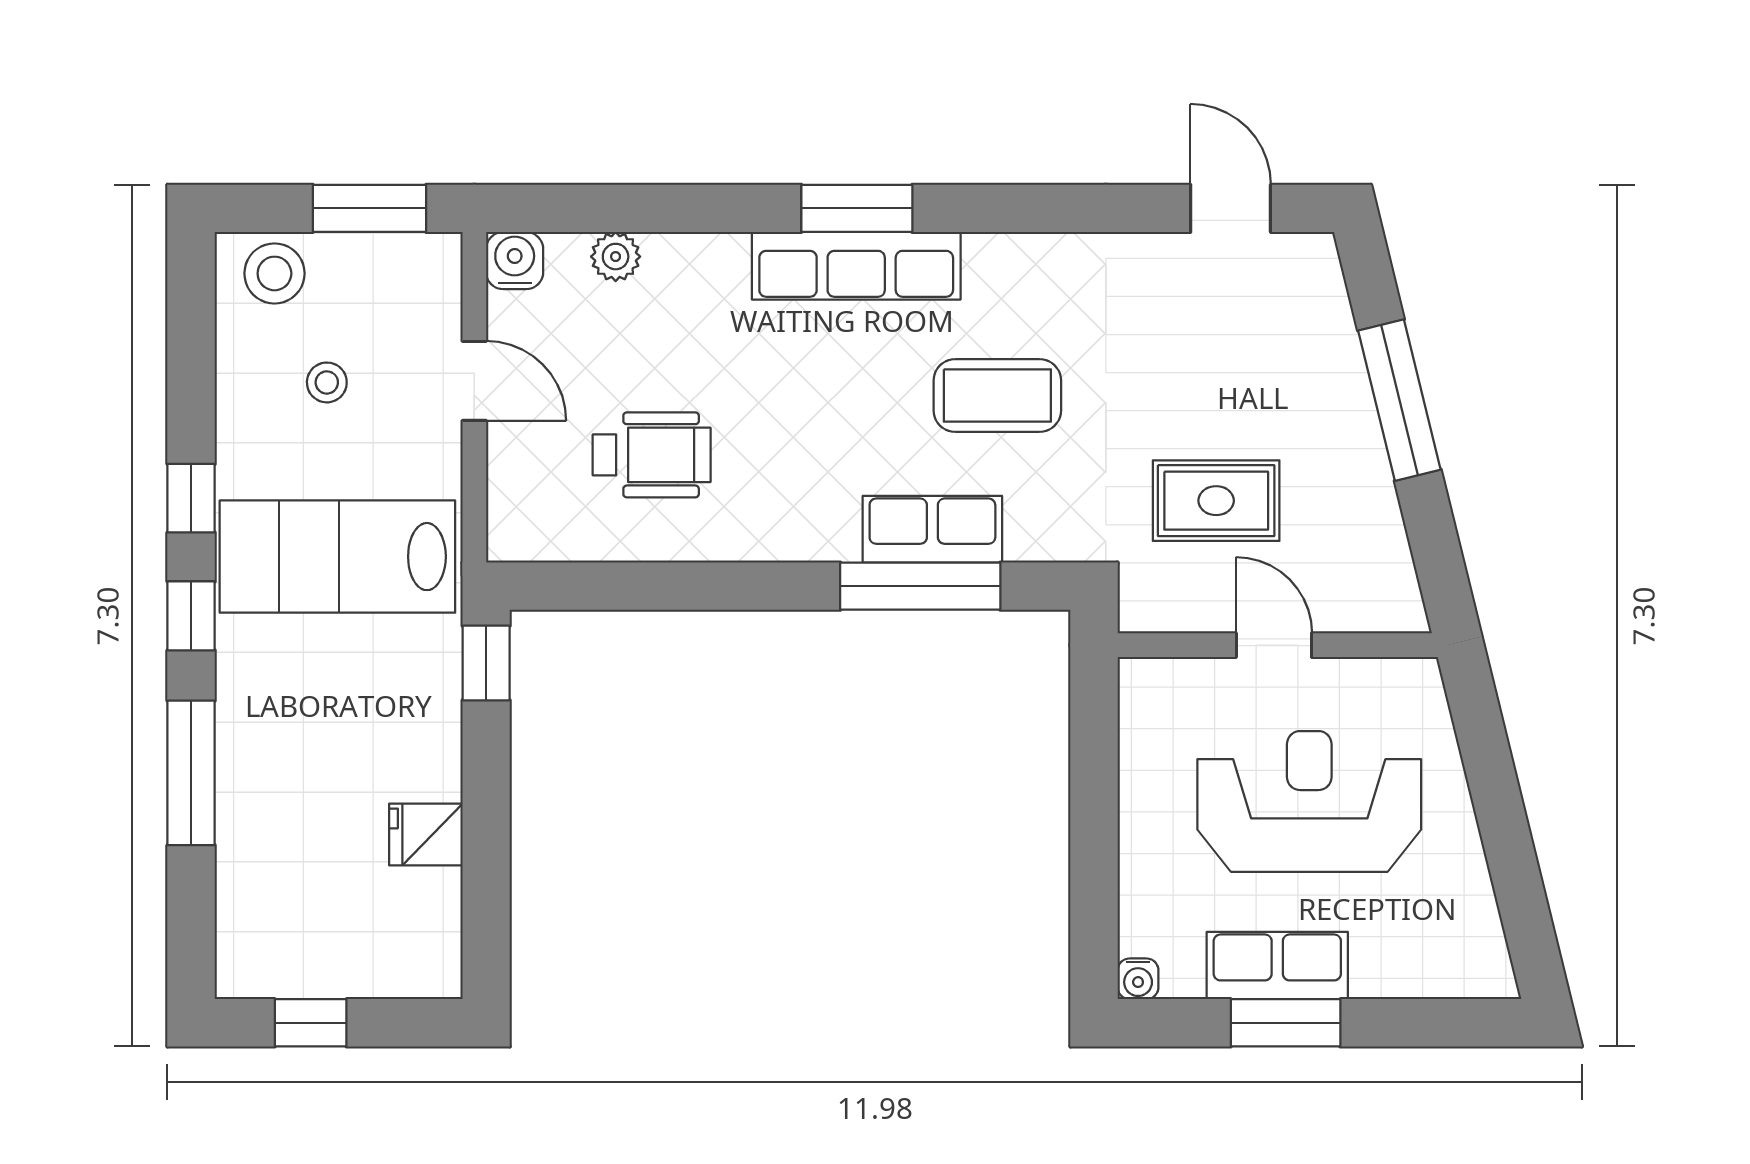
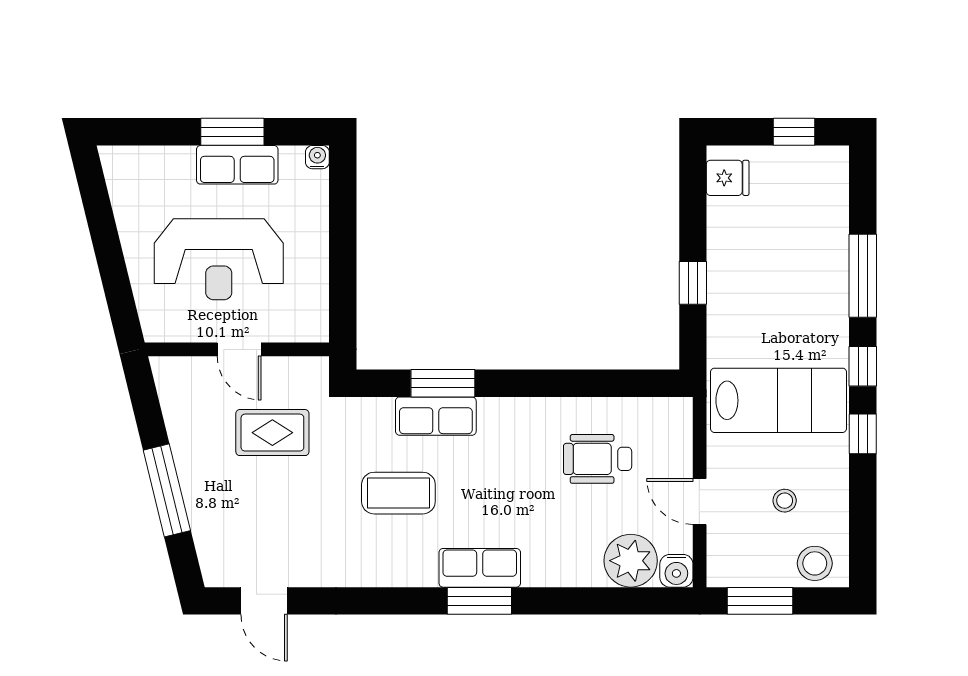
plant: (616, 257) -> (631, 561), width x1.88, depth x1.88
row of seats: (856, 266) -> (480, 568), width x0.68
window: (920, 586) -> (443, 383), width x0.69
window: (486, 663) -> (693, 283), moved
fridge: (426, 834) -> (728, 178), moved

